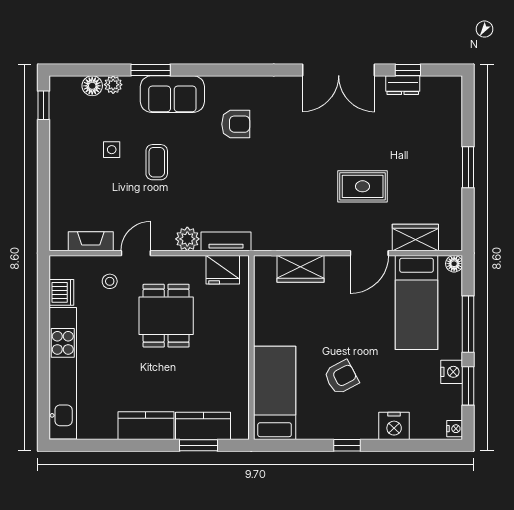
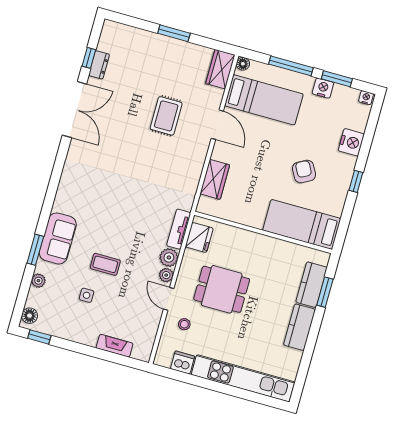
floor lamp: (92, 86) -> (30, 316), moved
armchair: (236, 124) -> (93, 198), removed
wardrobe: (415, 238) -> (220, 69), moved
fireplace: (91, 241) -> (115, 346), moved, turned 90
plant: (164, 242) -> (166, 275), added

